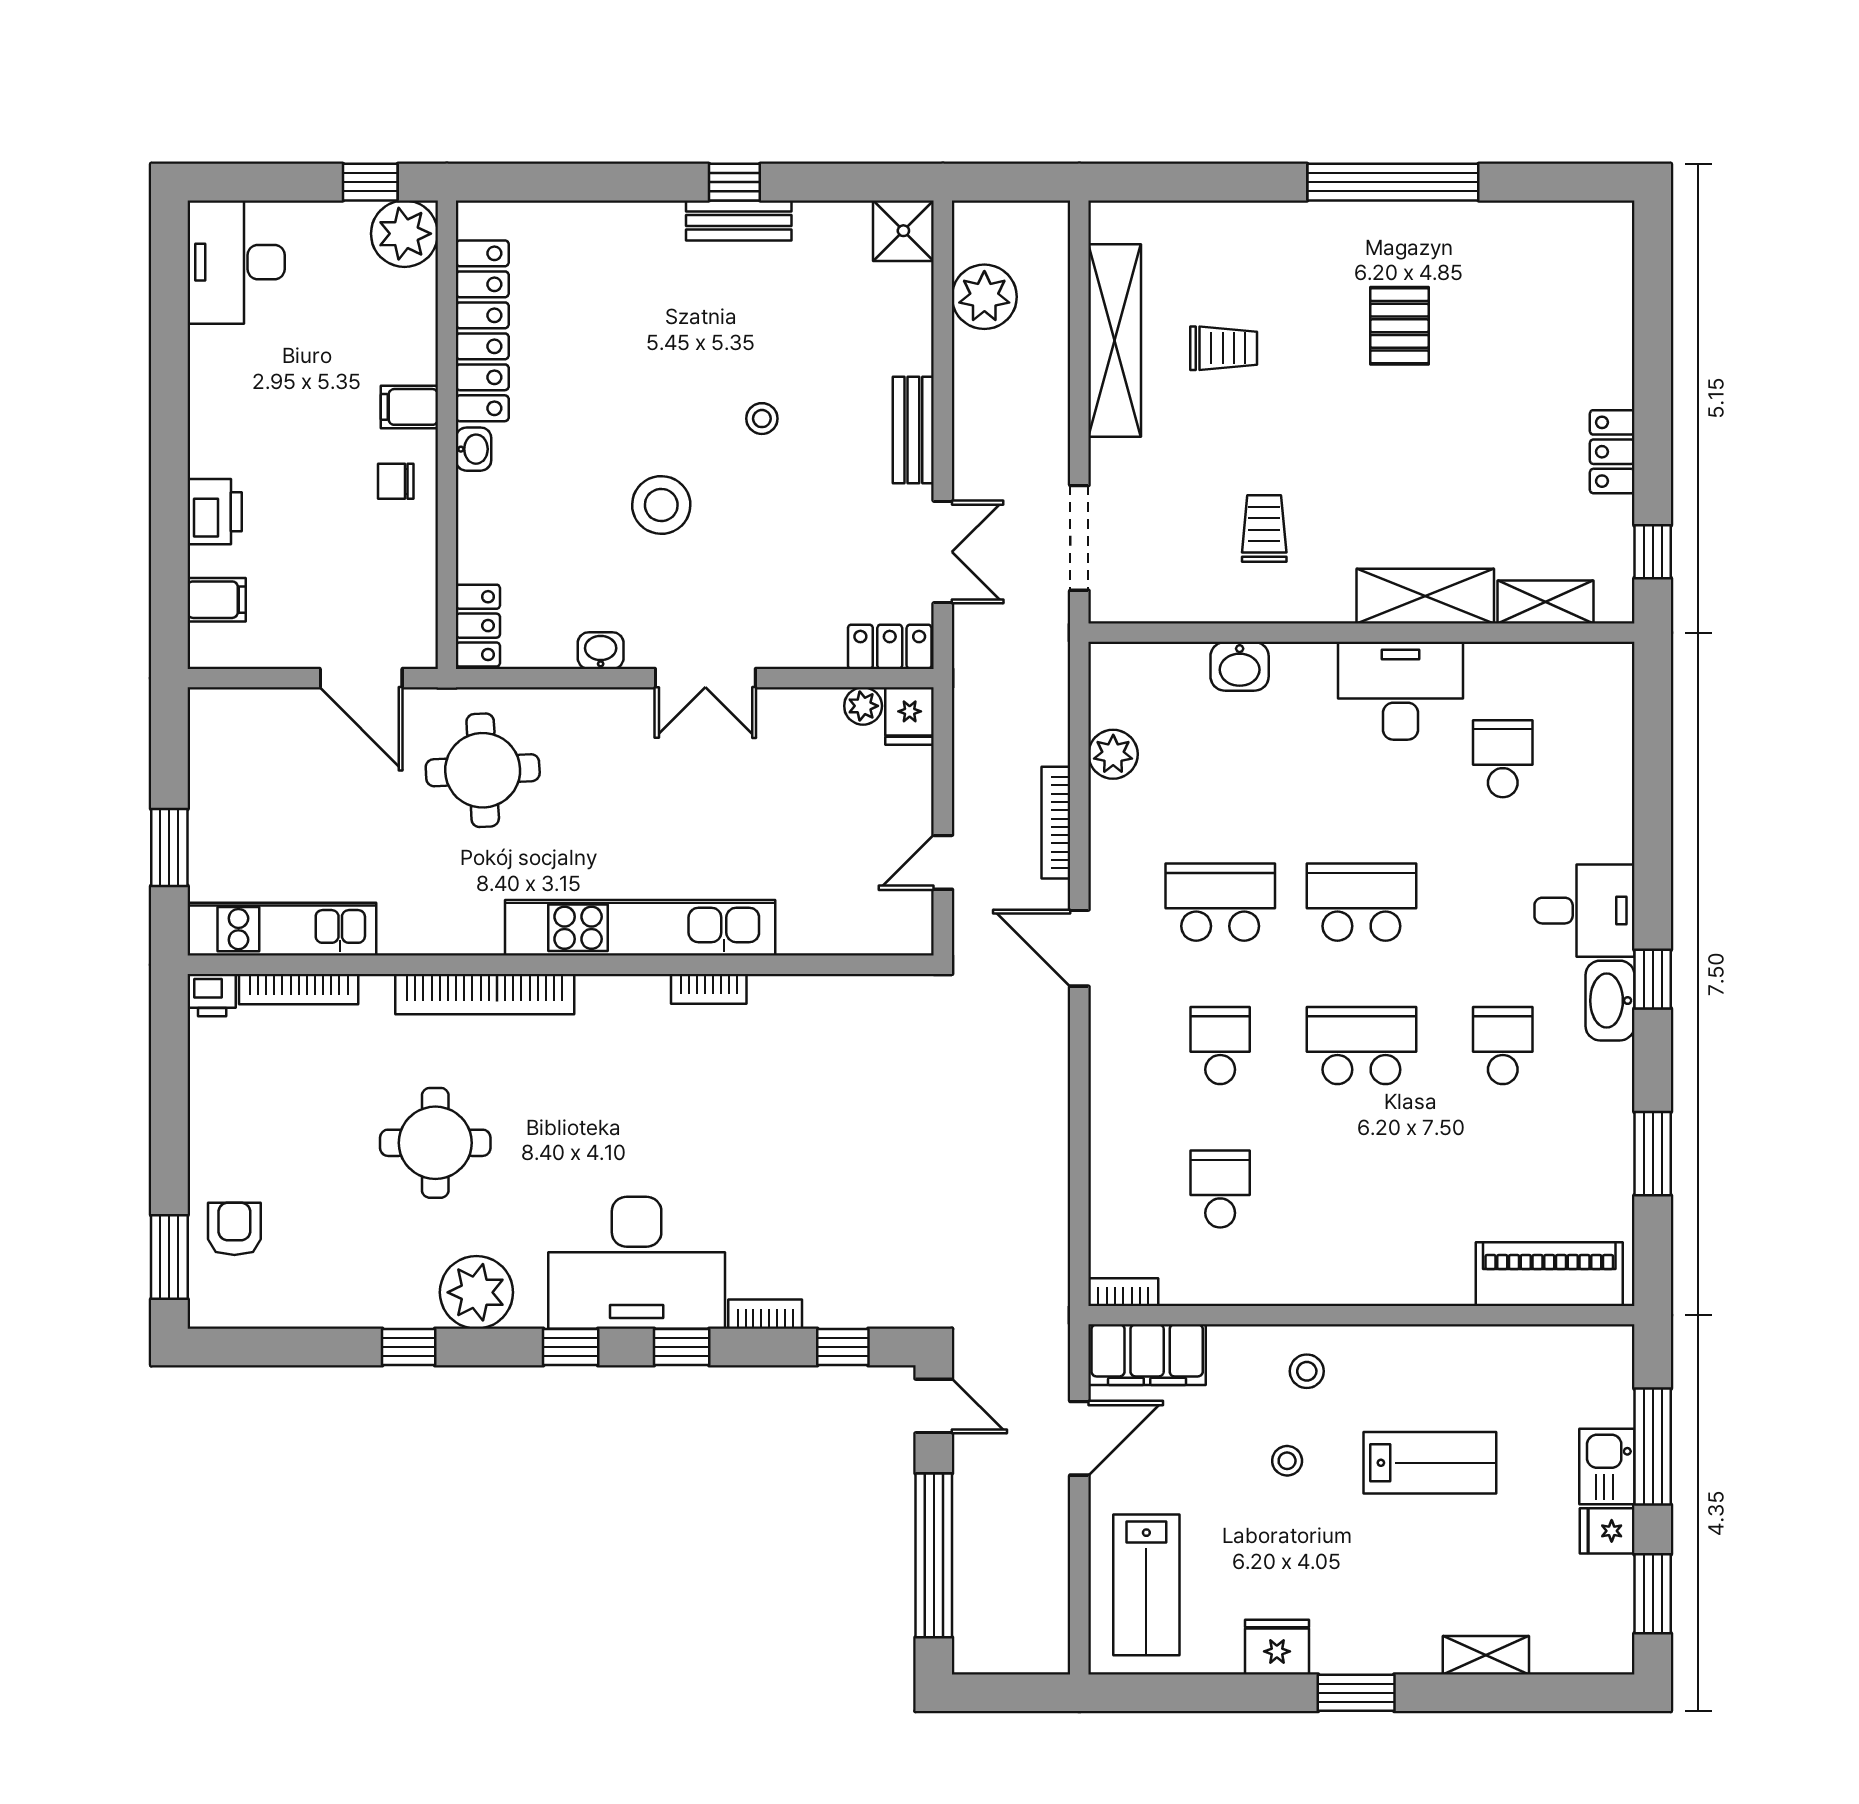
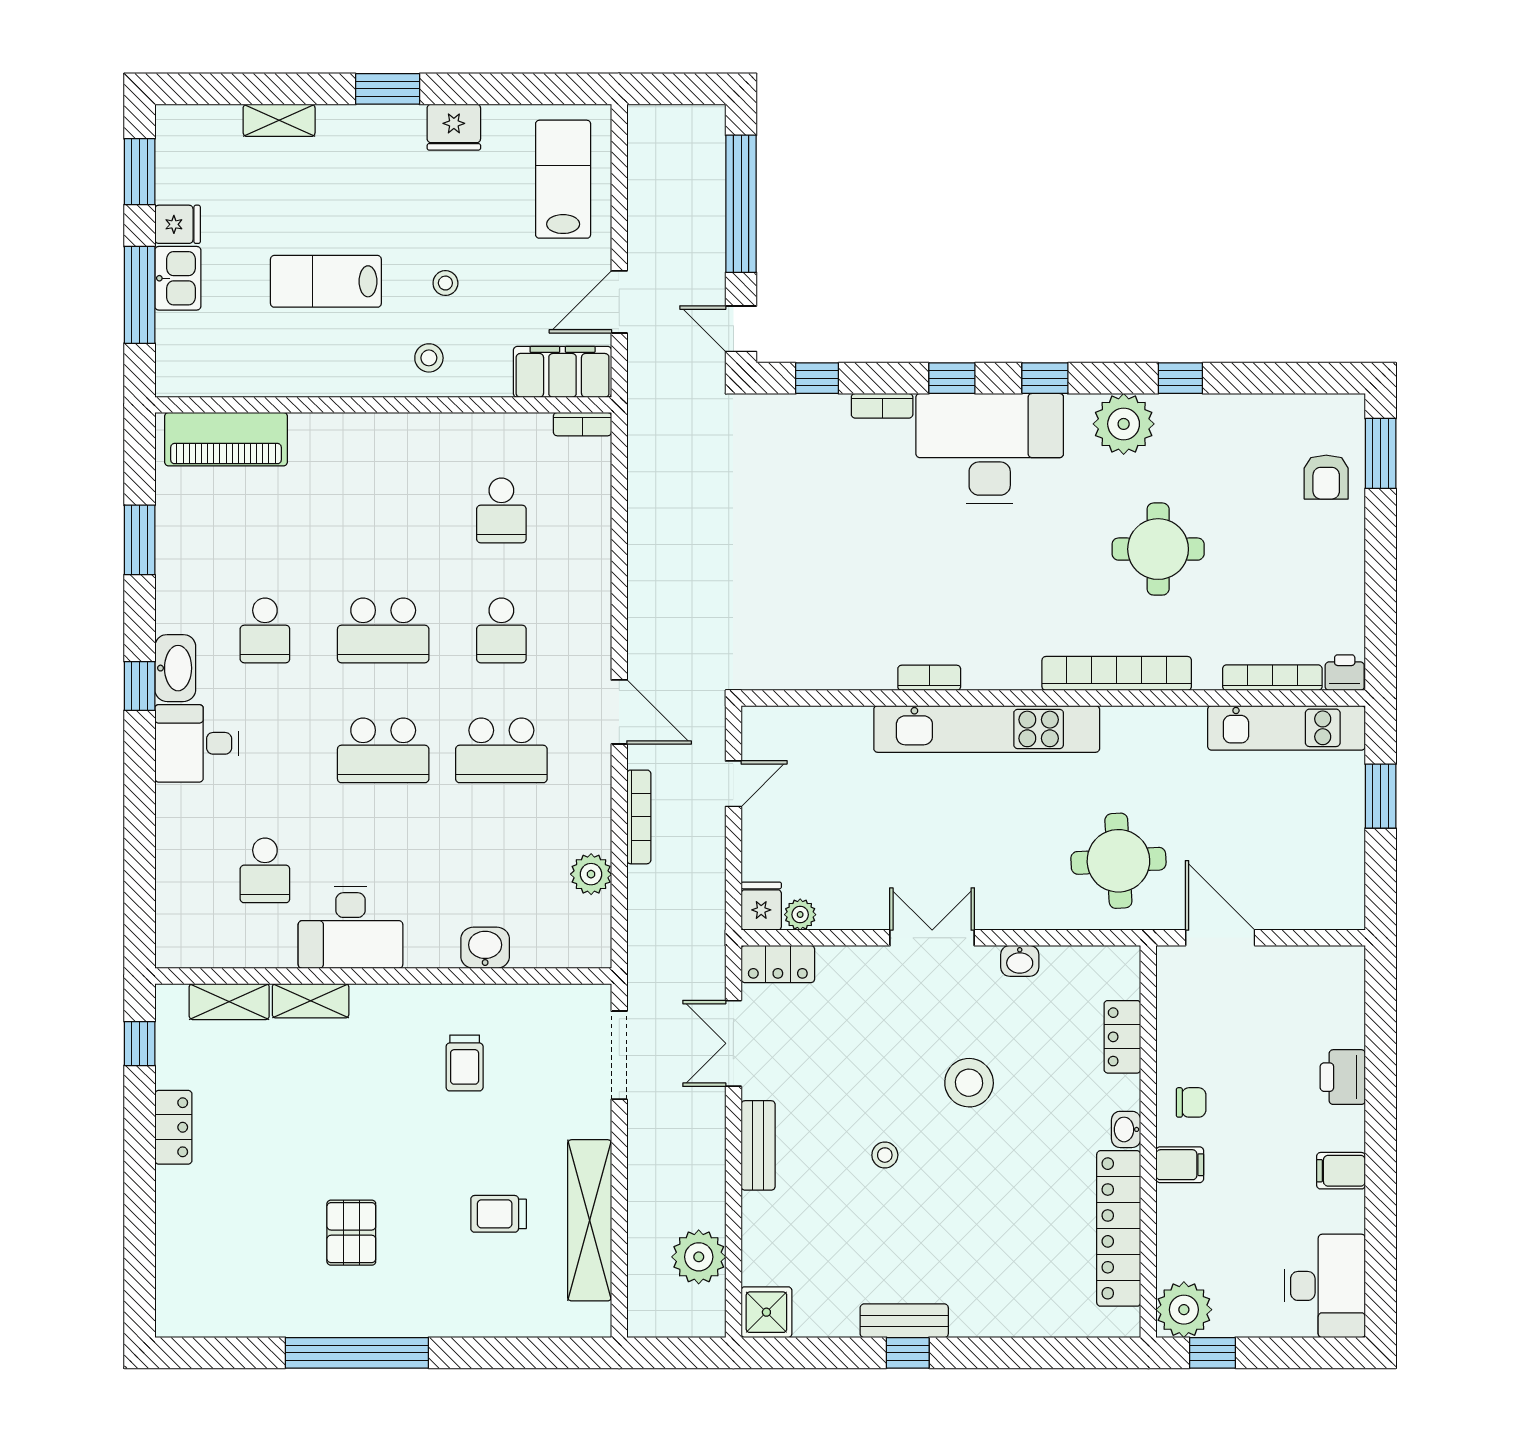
shelving: (1425, 596) -> (311, 1001), width x0.67, depth x0.75
filing cabinet: (217, 600) -> (1341, 1171), moved
locker: (478, 626) -> (1122, 1037), moved

